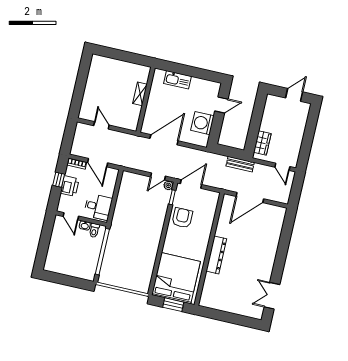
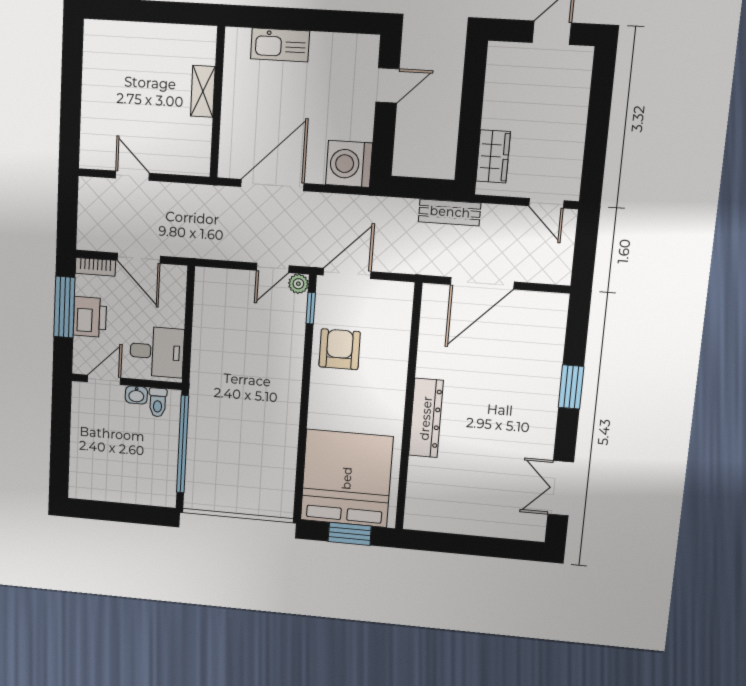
washing machine: (202, 123) -> (349, 164), moved
window: (59, 180) -> (64, 307), width x2.17
door: (71, 216) -> (104, 380), swing flipped
window: (282, 250) -> (571, 387), added

